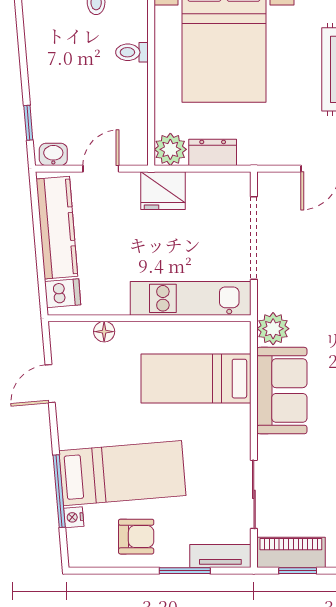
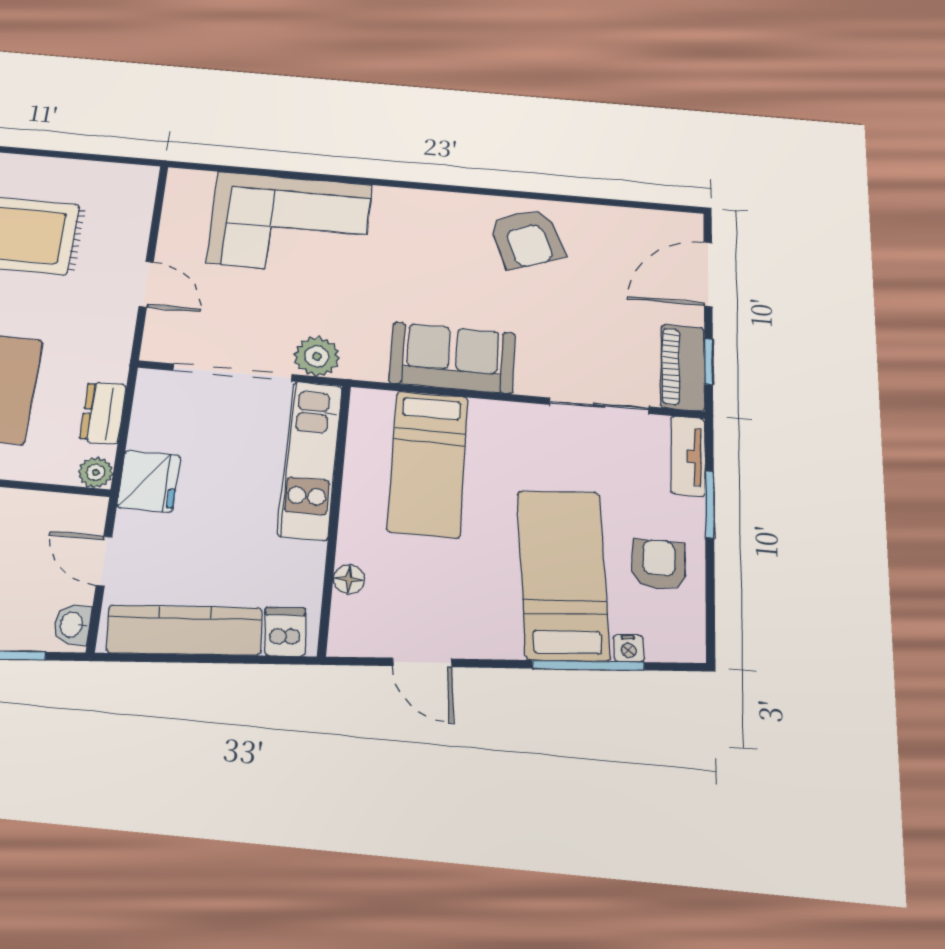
plant: (170, 149) -> (96, 472), width x0.73, depth x0.73
plant: (273, 329) -> (317, 356), moved

